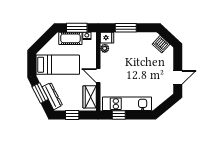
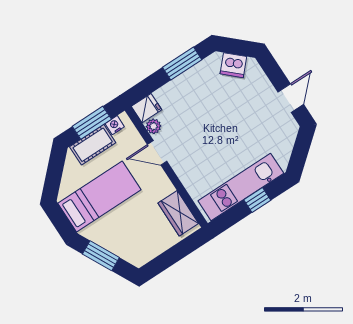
window: (126, 28) -> (182, 64), moved
door: (98, 76) -> (157, 153), moved
dresser: (52, 96) -> (122, 248), removed
window: (72, 115) -> (170, 257), removed
window: (119, 115) -> (257, 200), moved

